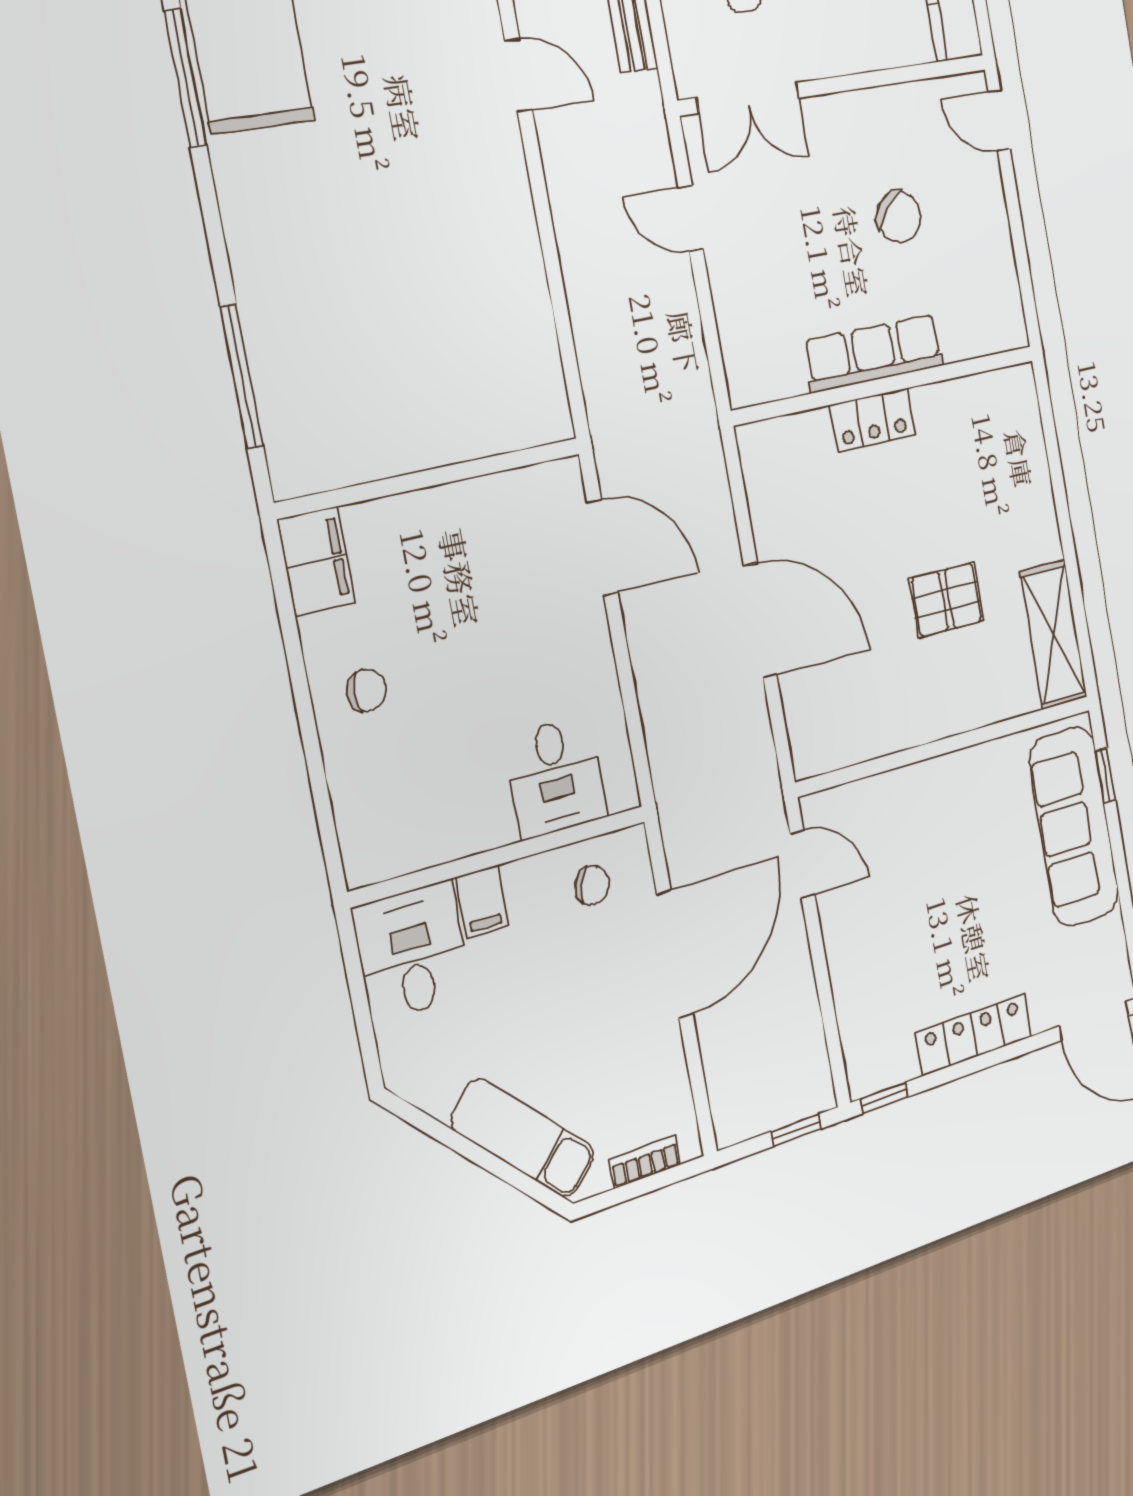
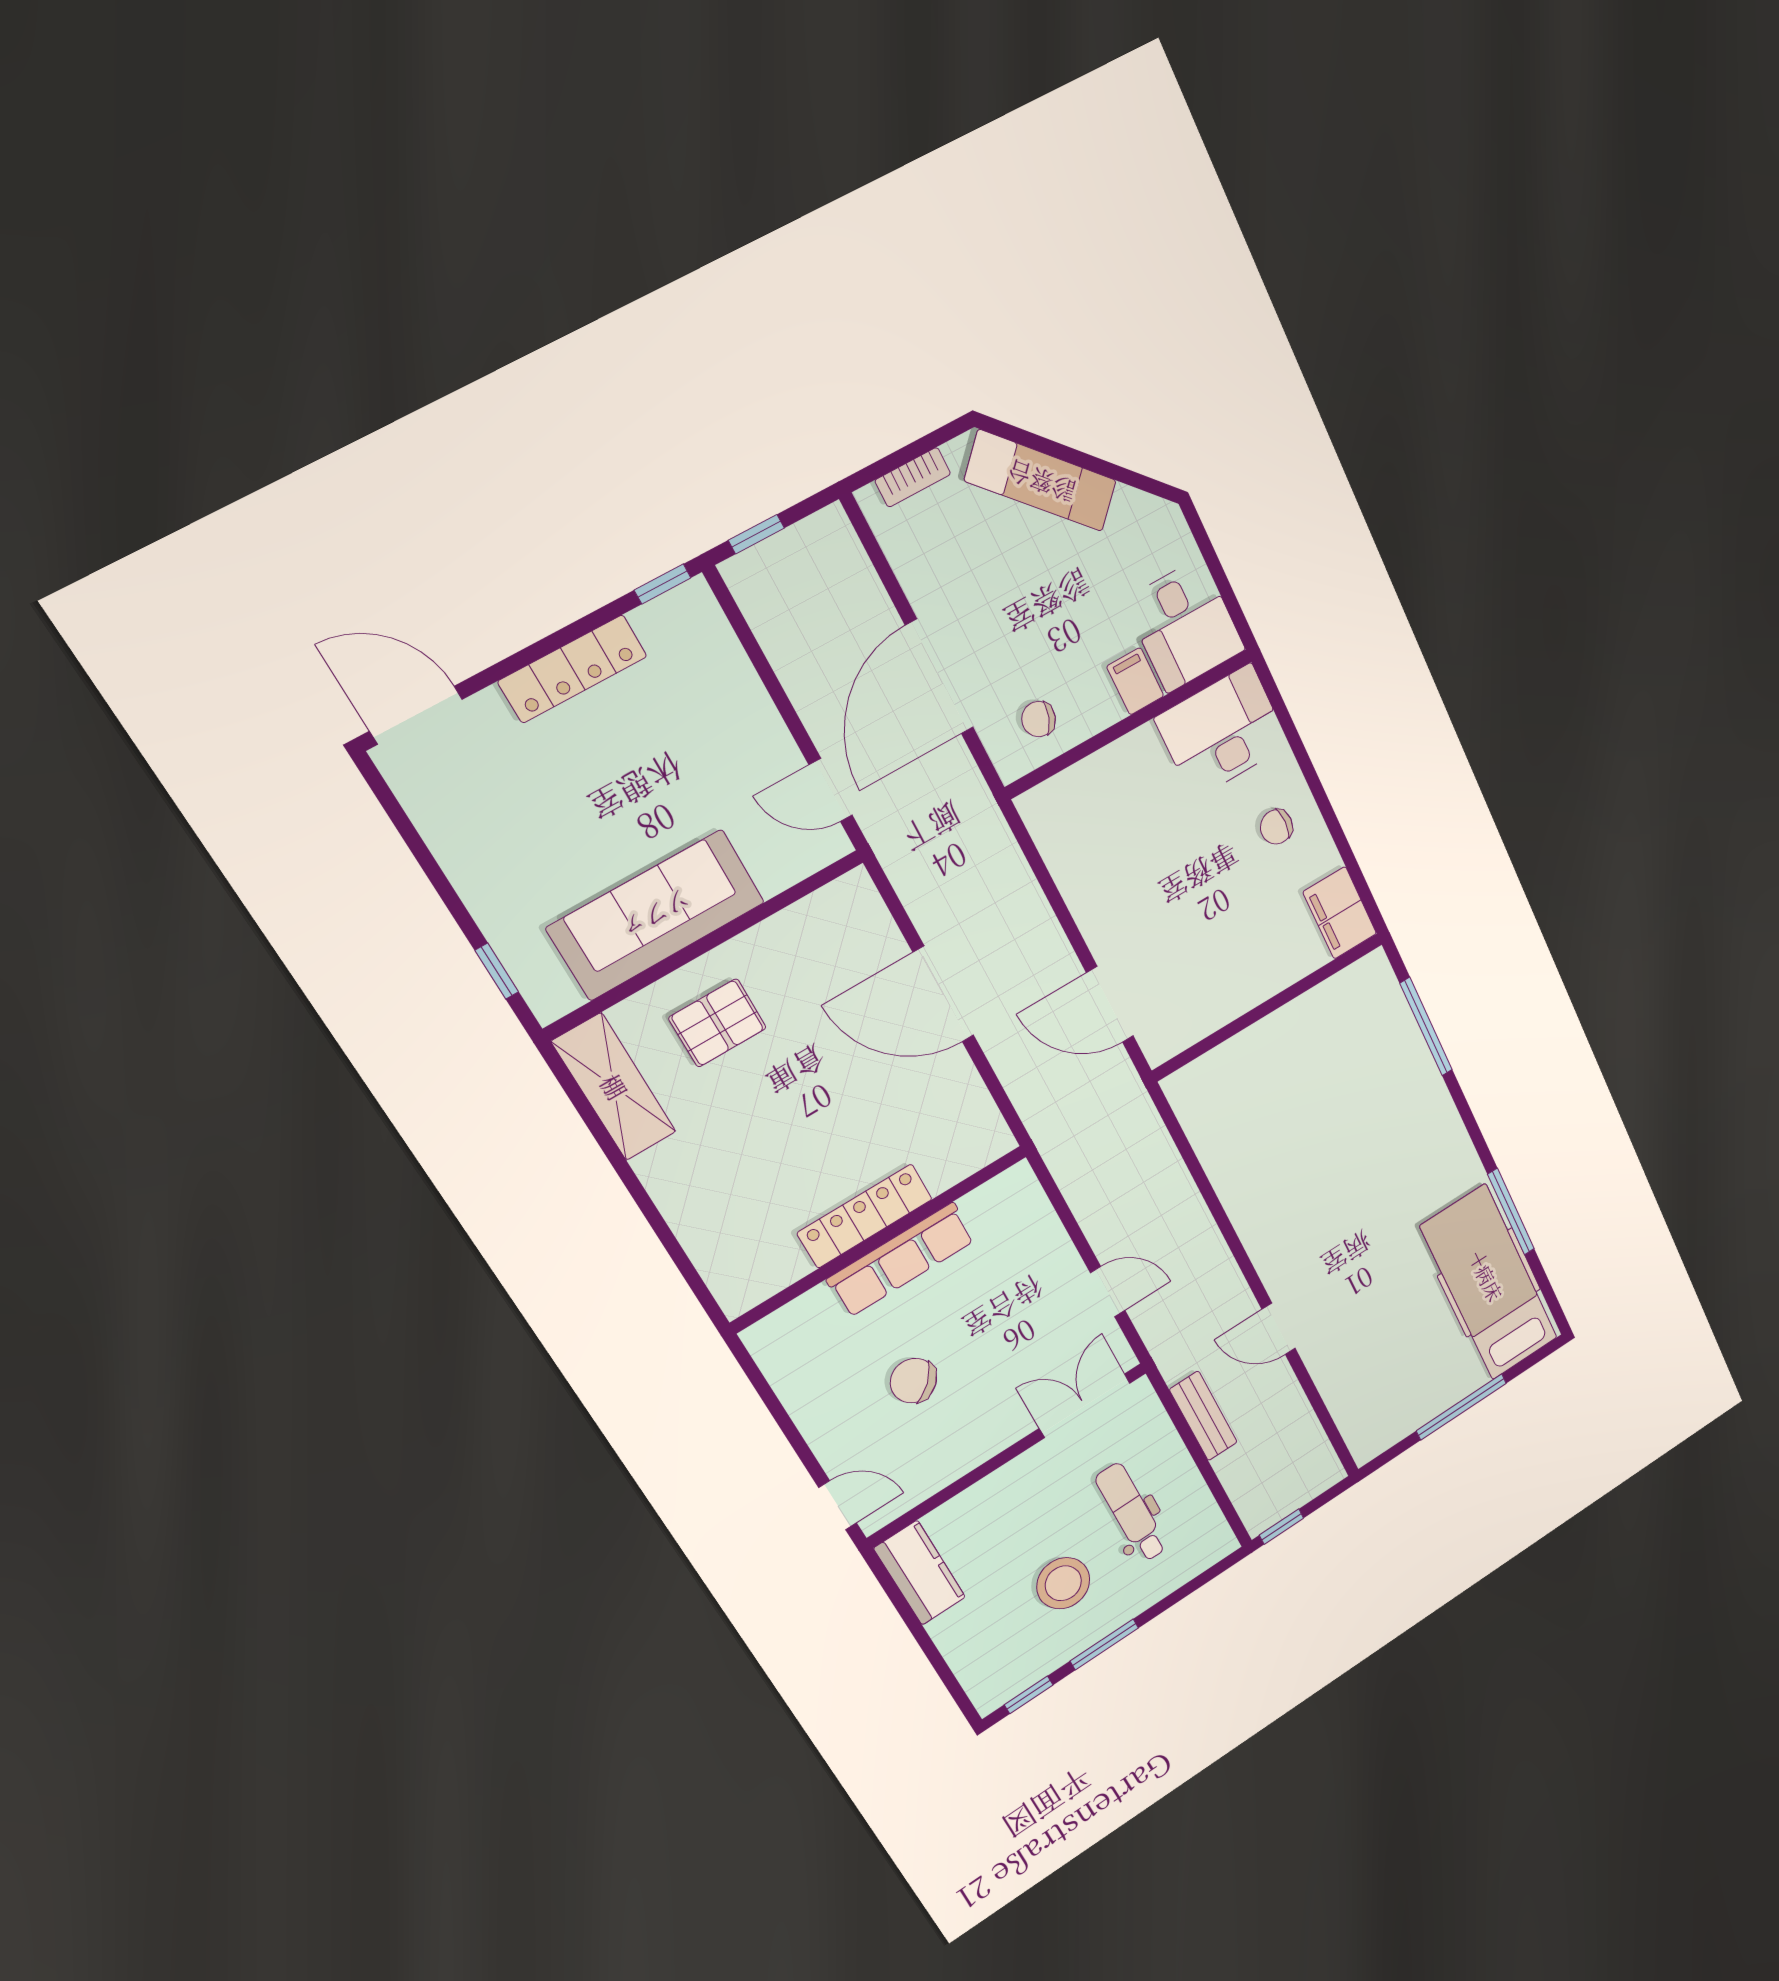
locker: (872, 420) -> (865, 1216), width x1.53
pallet: (947, 600) -> (717, 1023), moved
desk: (555, 777) -> (1222, 732), moved, width x1.37
sofa: (1074, 827) -> (656, 915), moved, turned -90

